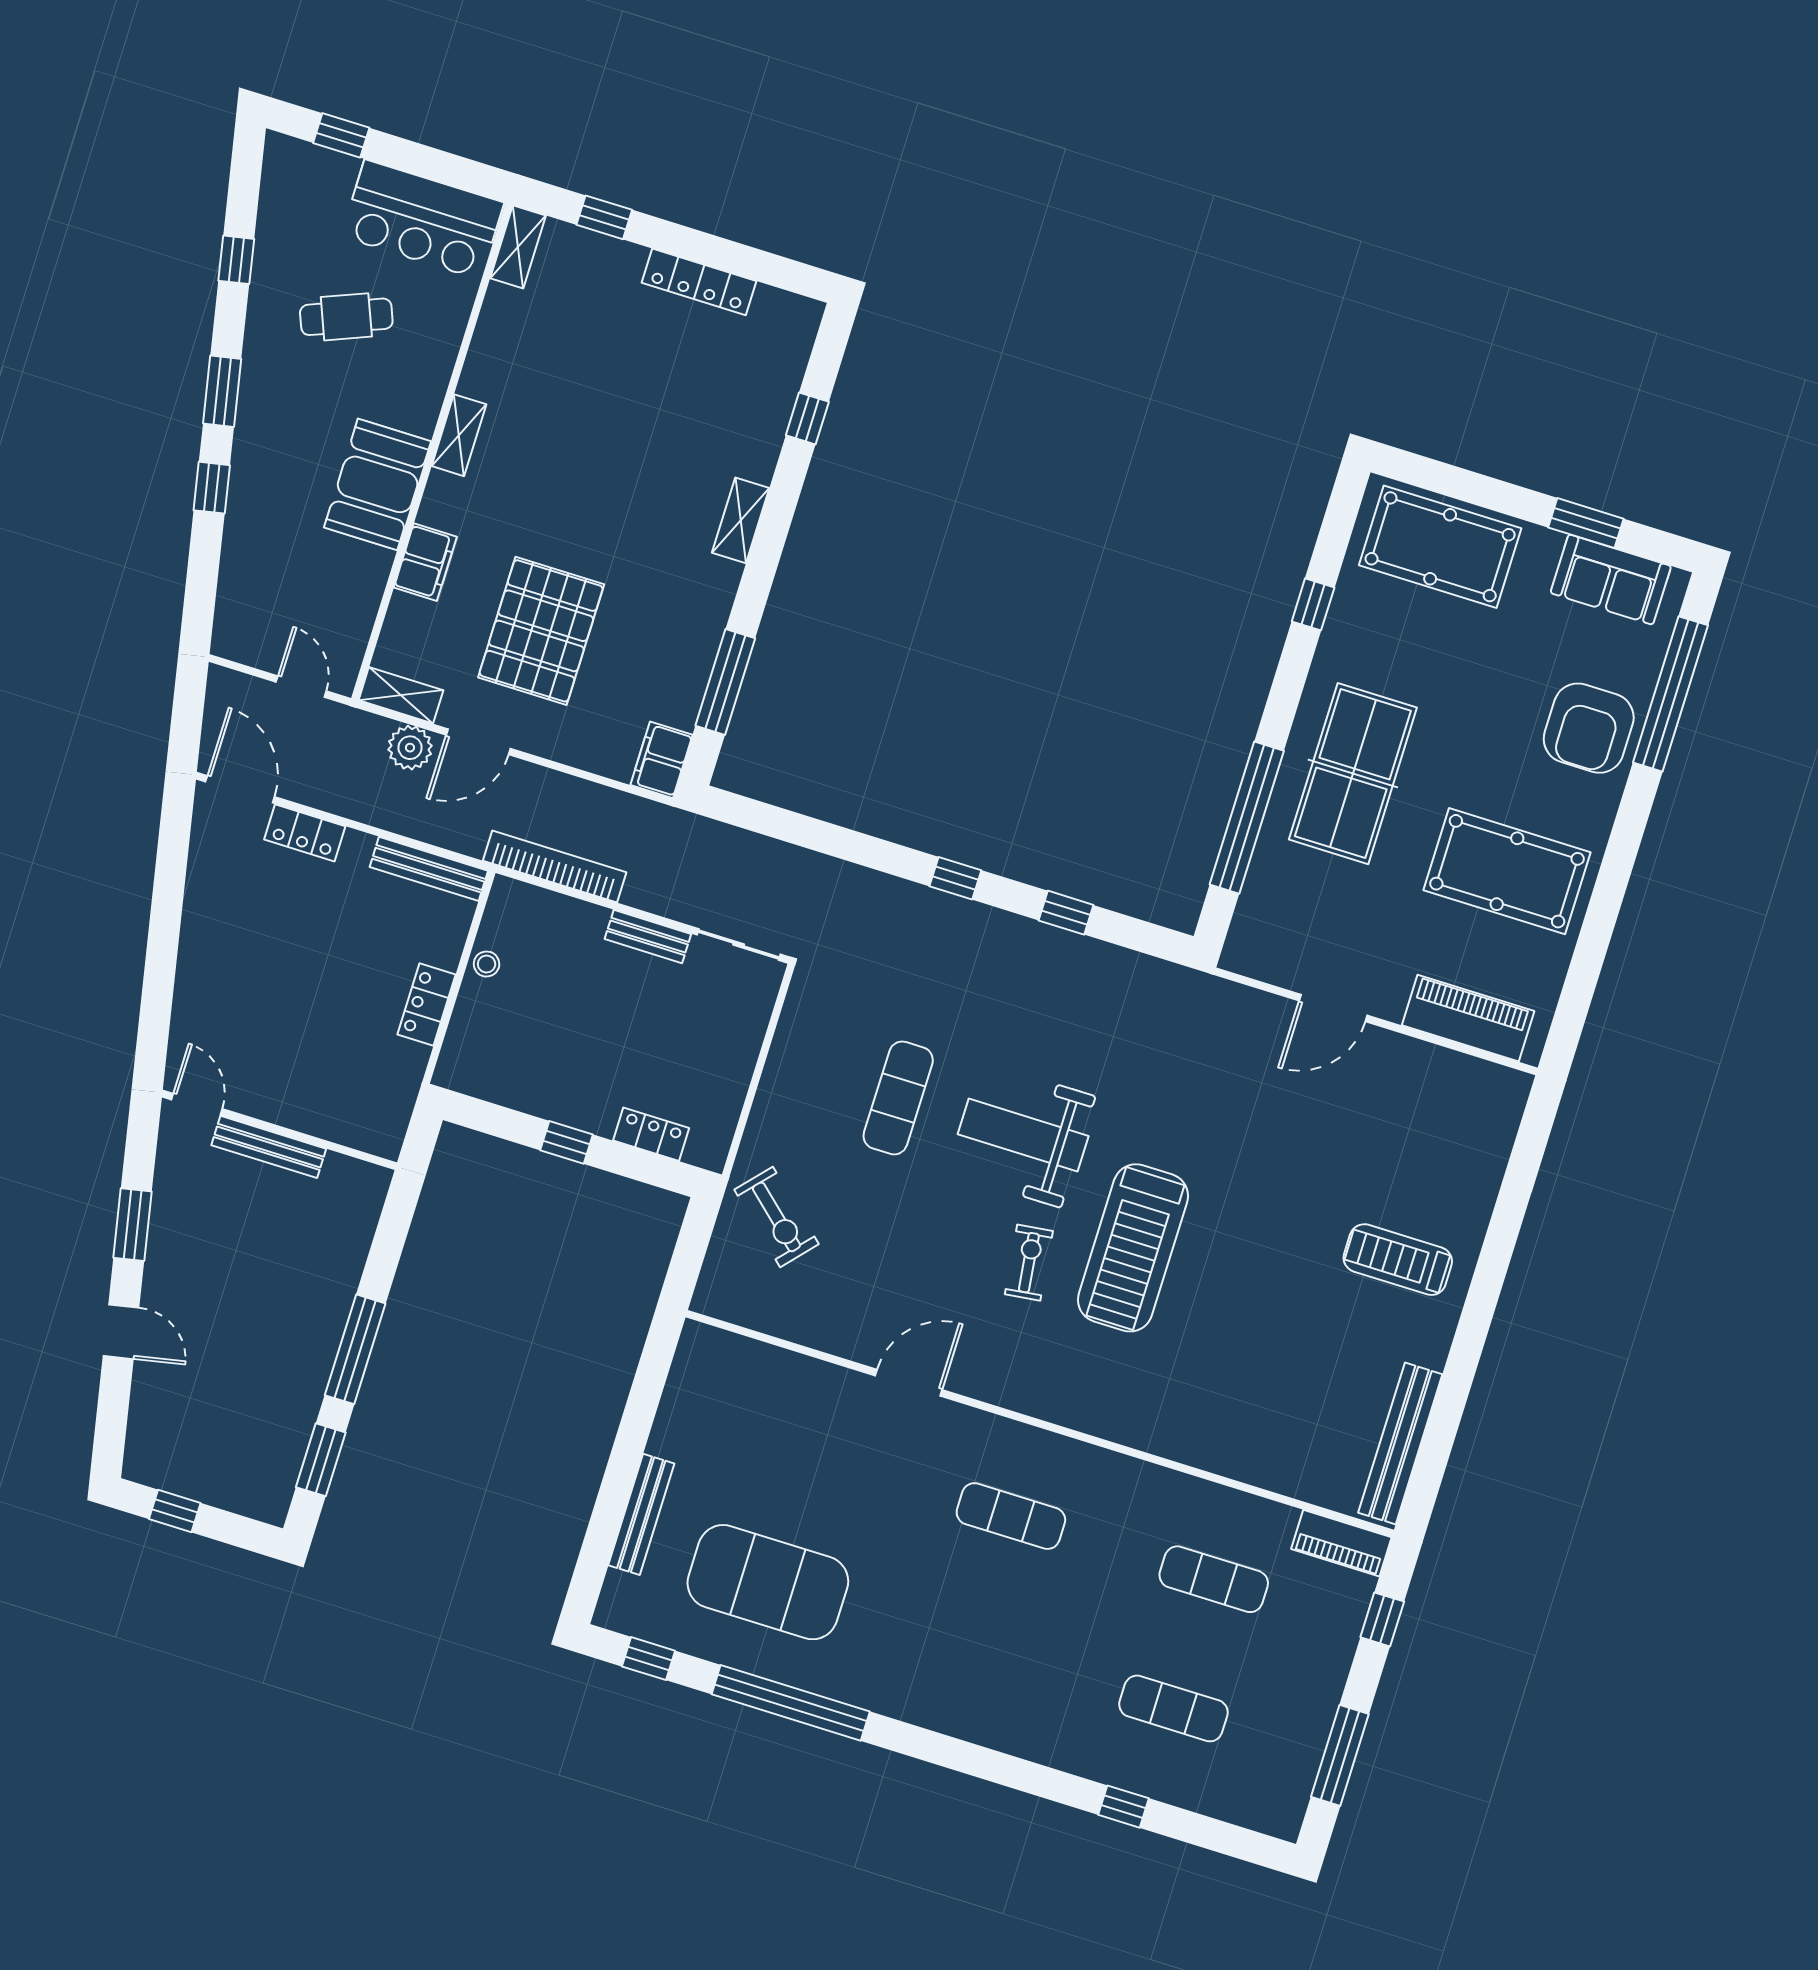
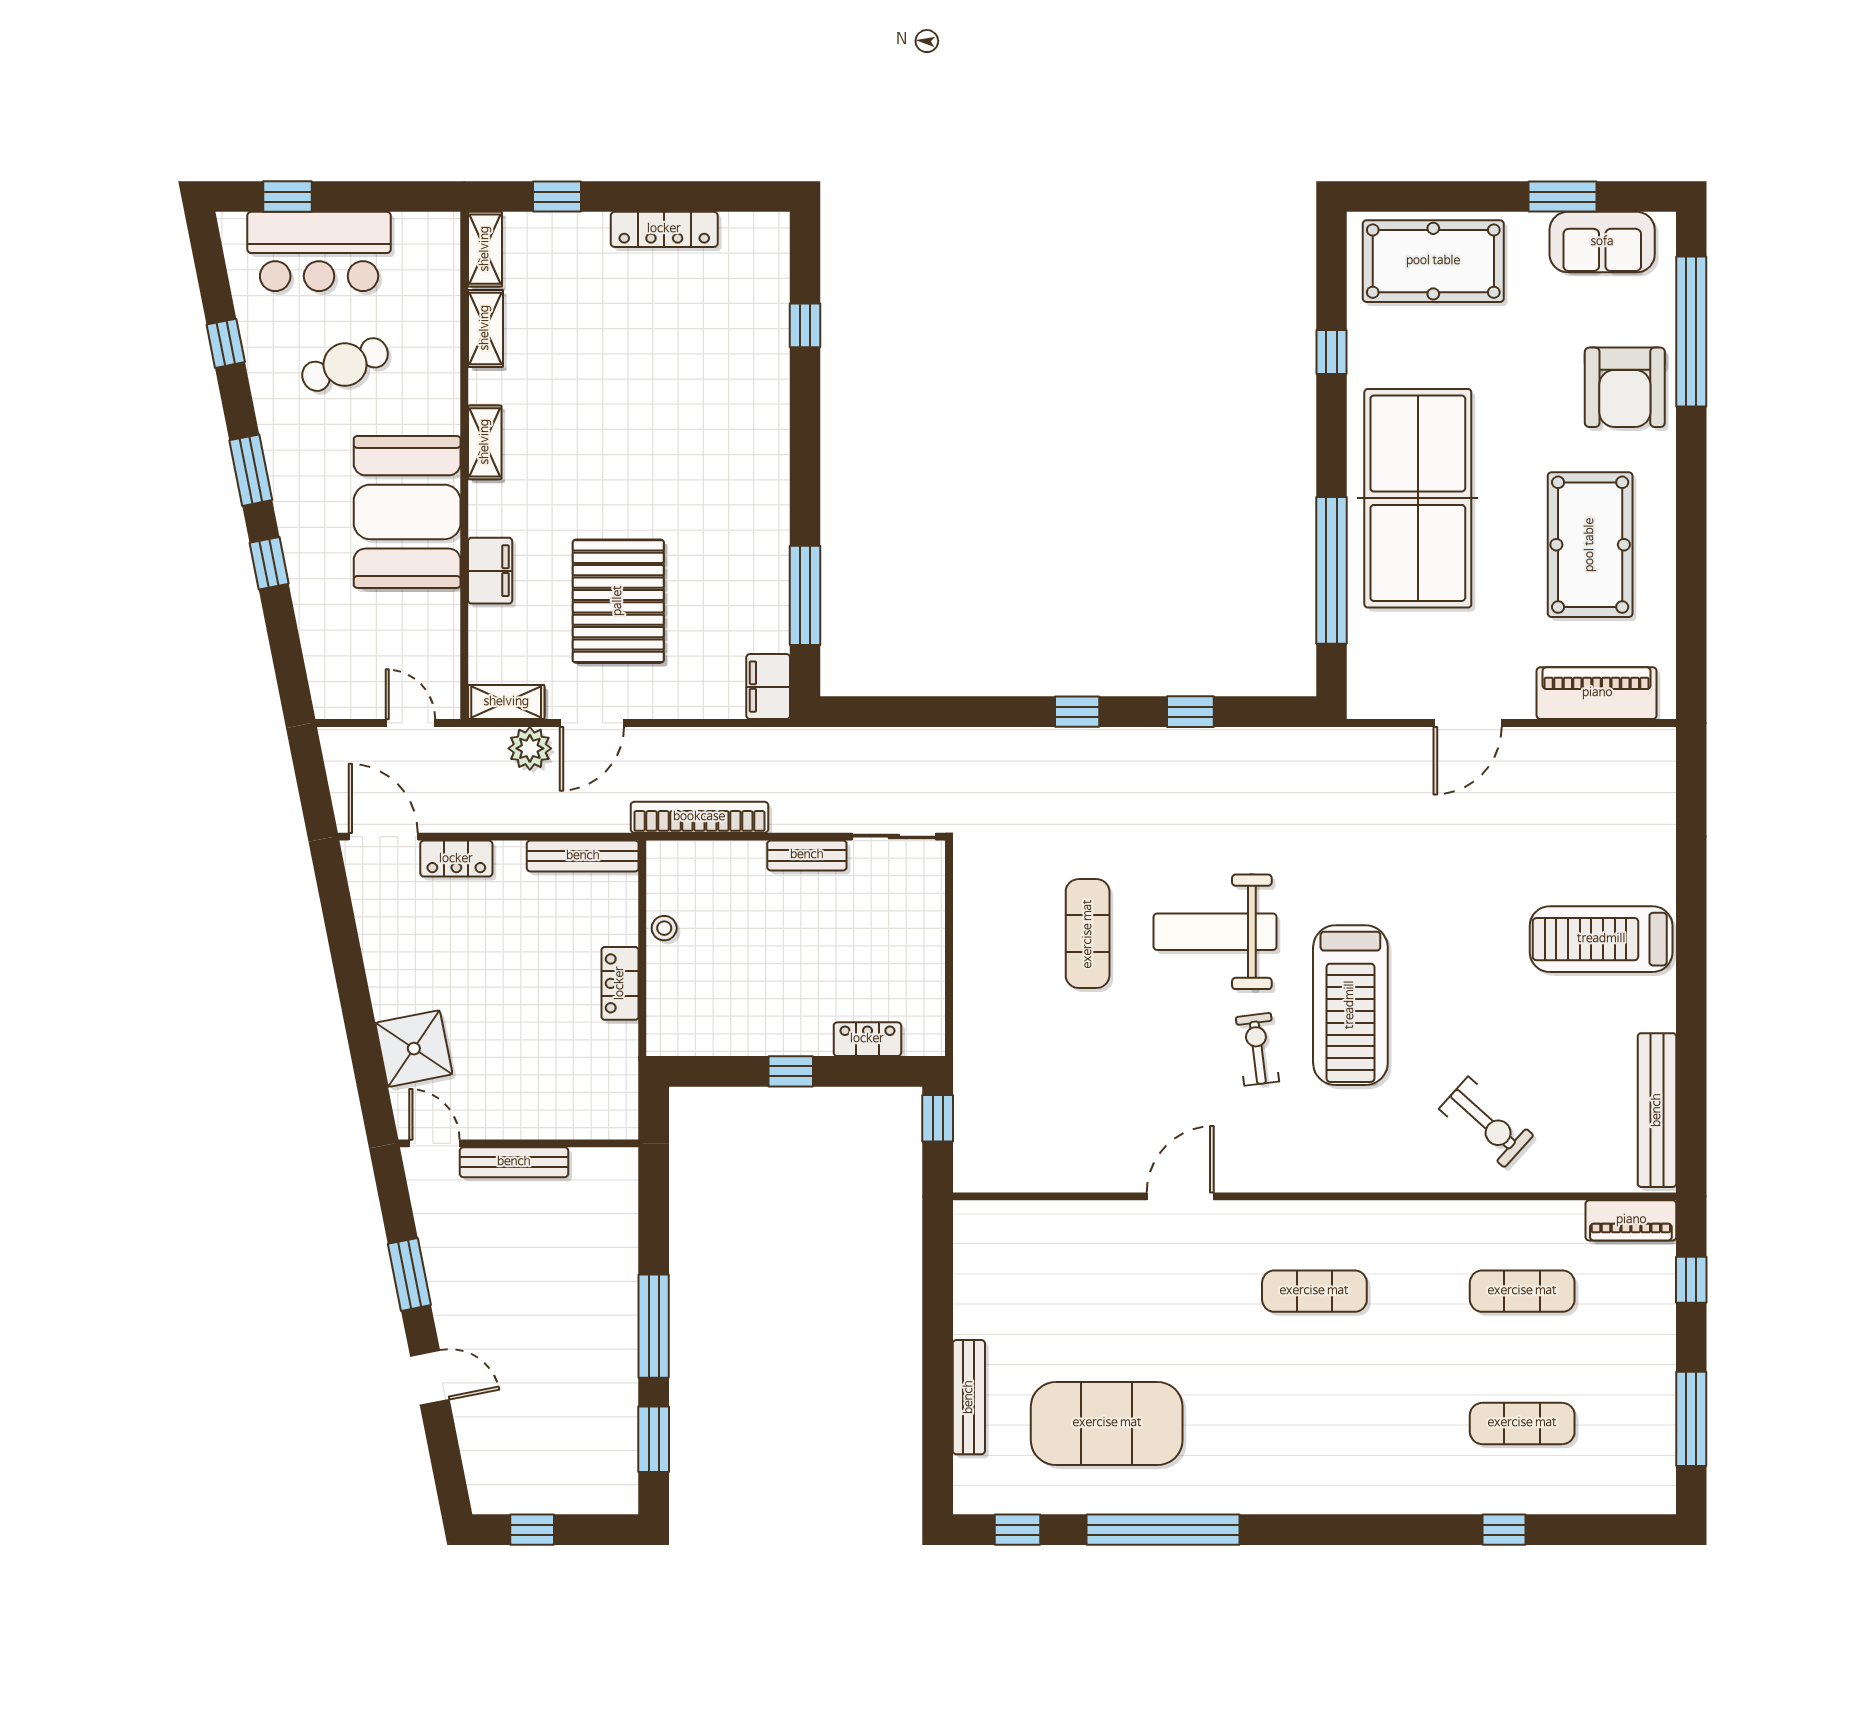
bar counter: (422, 219) -> (319, 251), moved
booth: (378, 484) -> (407, 512), width x1.36, depth x1.42
shelving: (741, 520) -> (485, 328), moved
table tennis table: (1353, 774) -> (1418, 498), width x1.36, depth x1.32
pool table: (1507, 871) -> (1590, 545), turned 90
shower: (206, 1006) -> (414, 1049), added
exercise bike: (776, 1217) -> (1486, 1122), moved
window: (696, 1233) -> (938, 1118), added
treadmill: (1398, 1260) -> (1601, 939), width x1.37, depth x1.38

